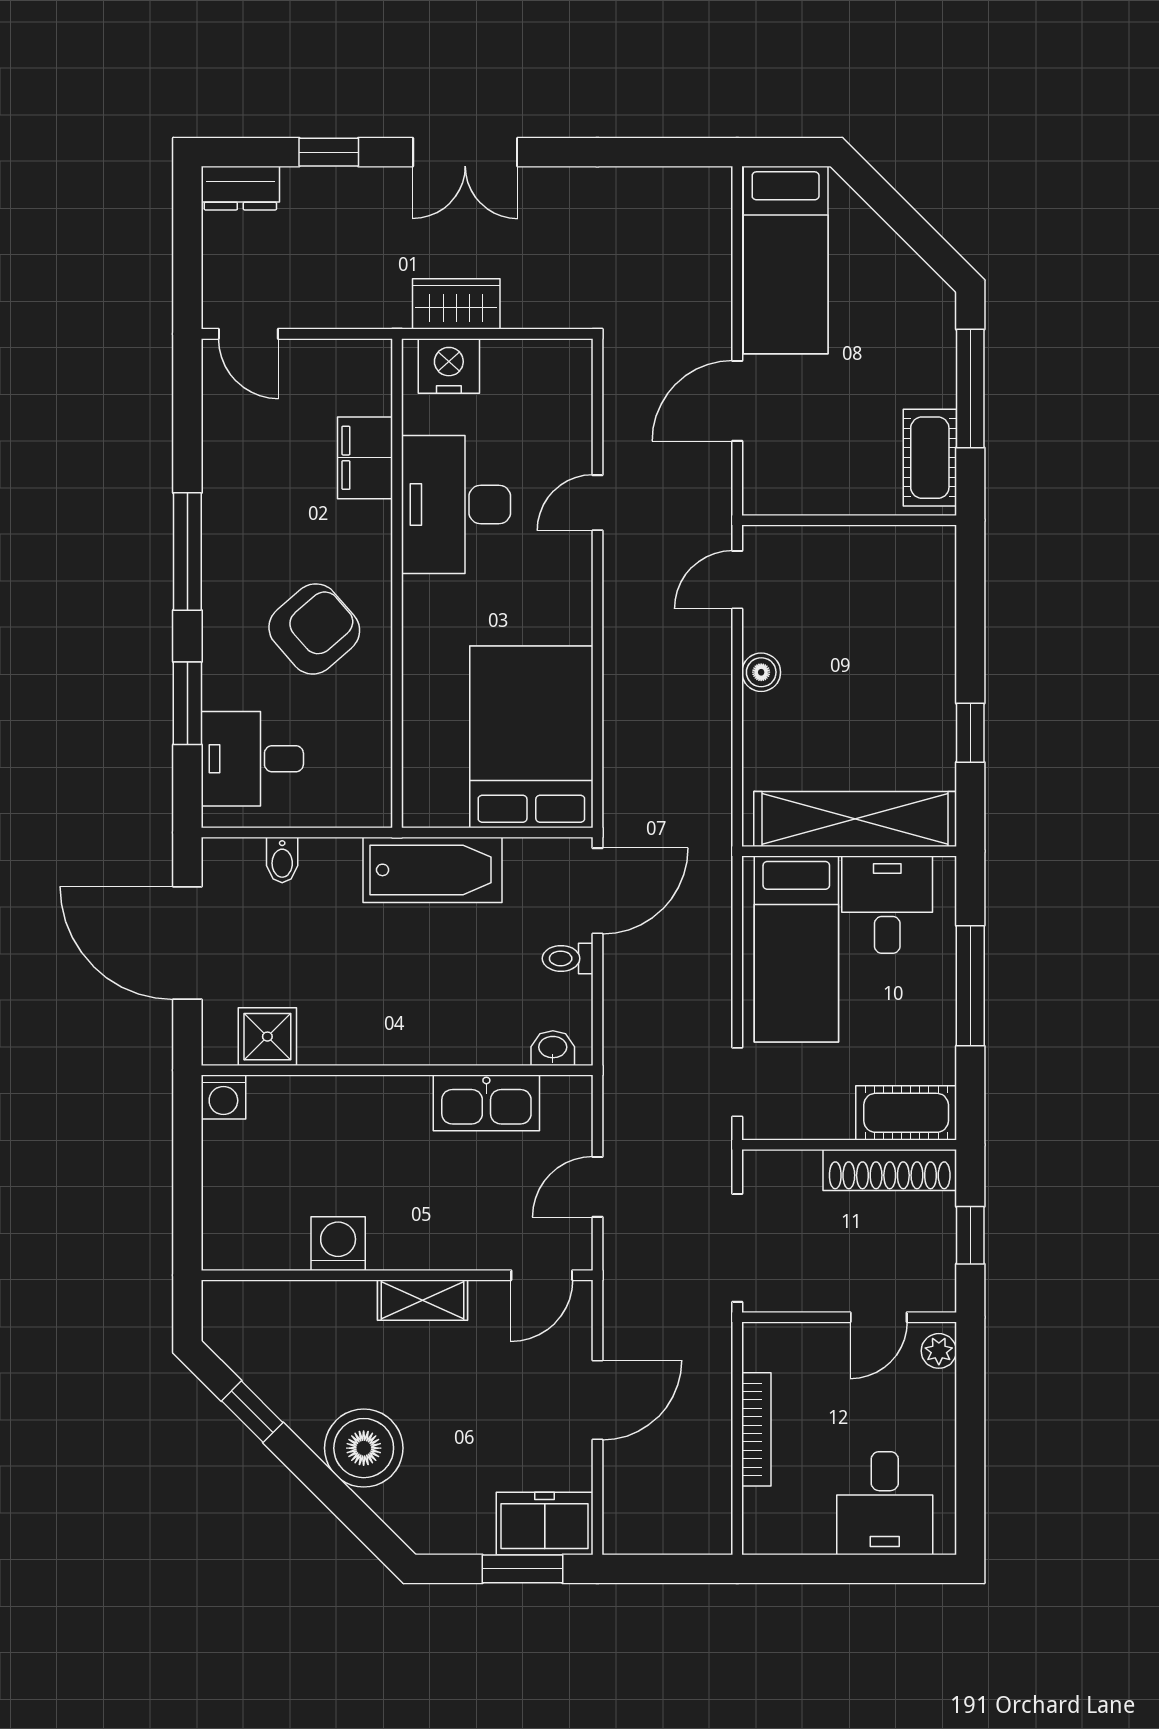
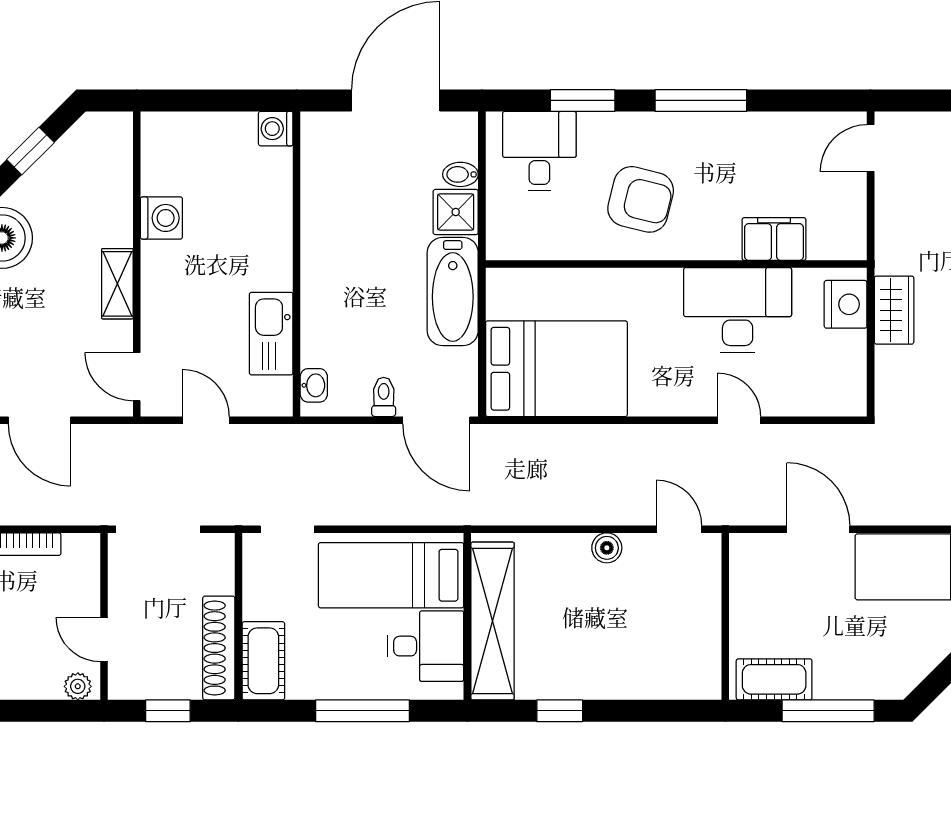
armchair: (314, 629) -> (641, 199), turned -35
shower: (267, 1037) -> (456, 212), moved

